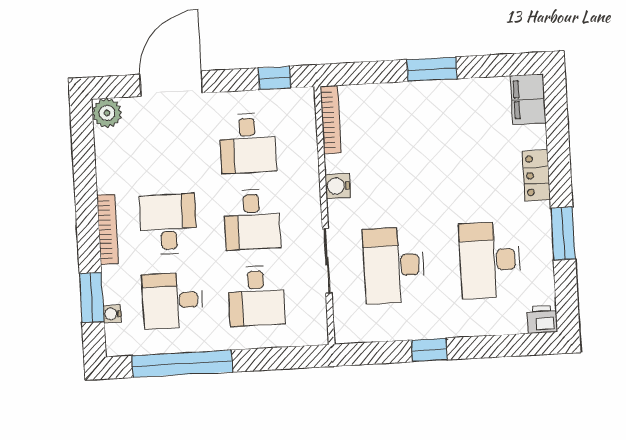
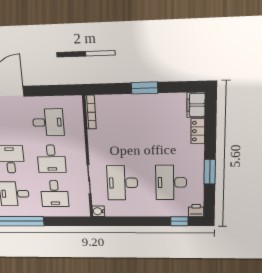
window: (274, 78) -> (61, 90), removed
desk: (248, 143) -> (48, 122), turned -90
locker: (536, 175) -> (198, 131), moved
water cooler: (338, 186) -> (98, 211), moved
window: (429, 350) -> (179, 221), moved

